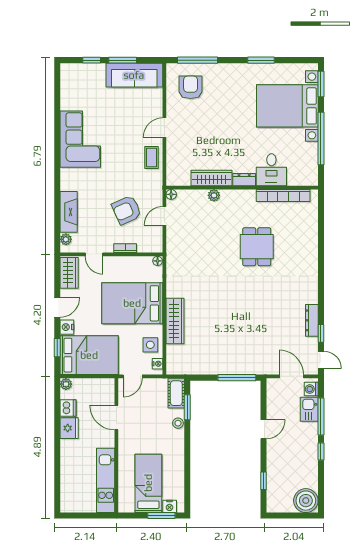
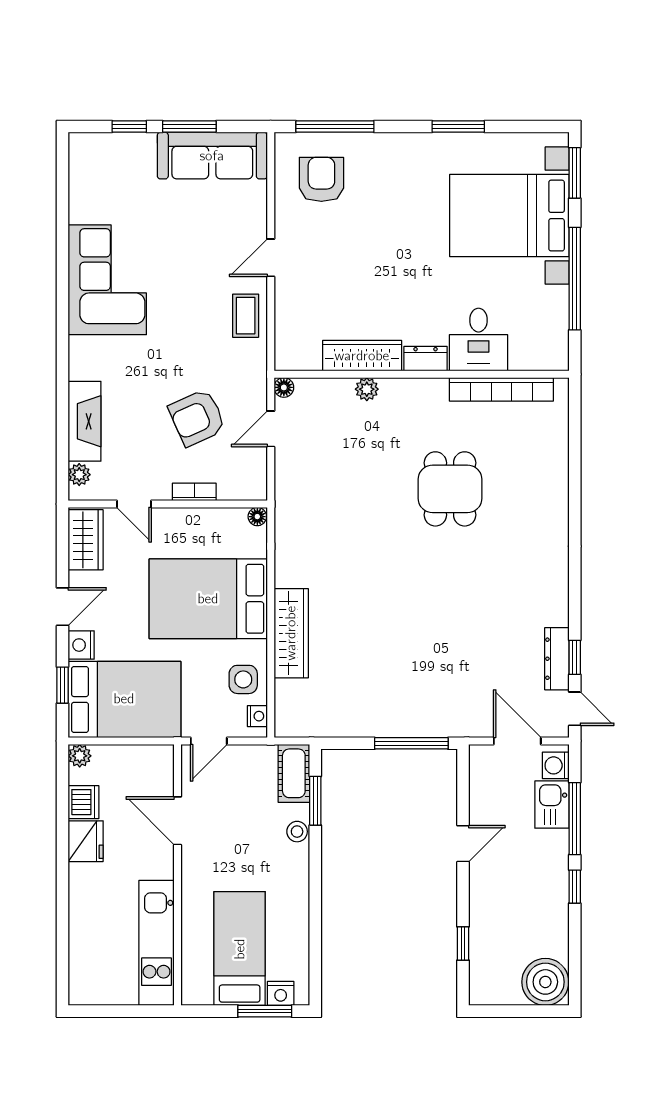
dresser: (312, 320) -> (557, 659), moved

